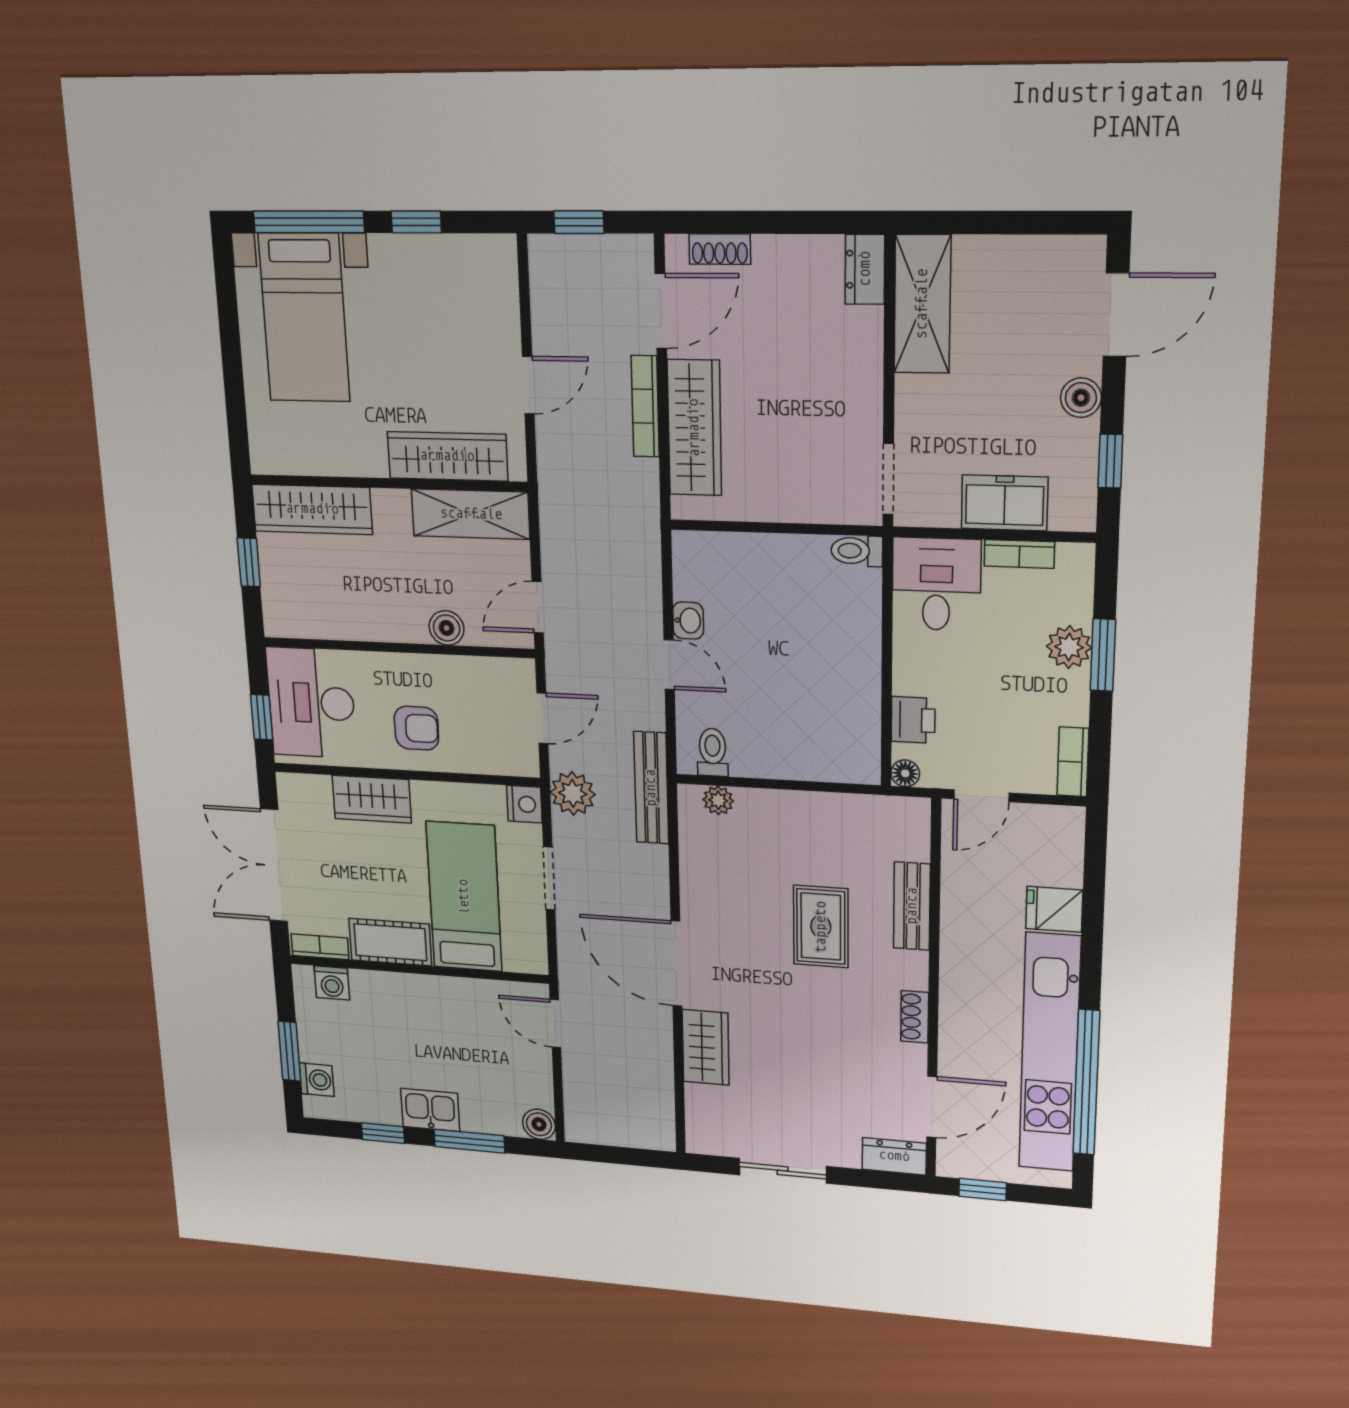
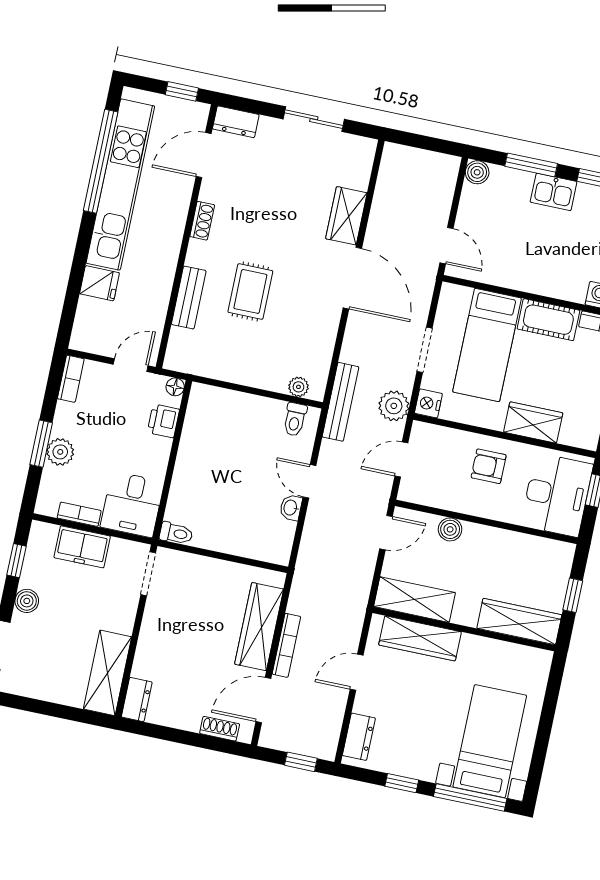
dresser: (500, 283) -> (359, 737), added

